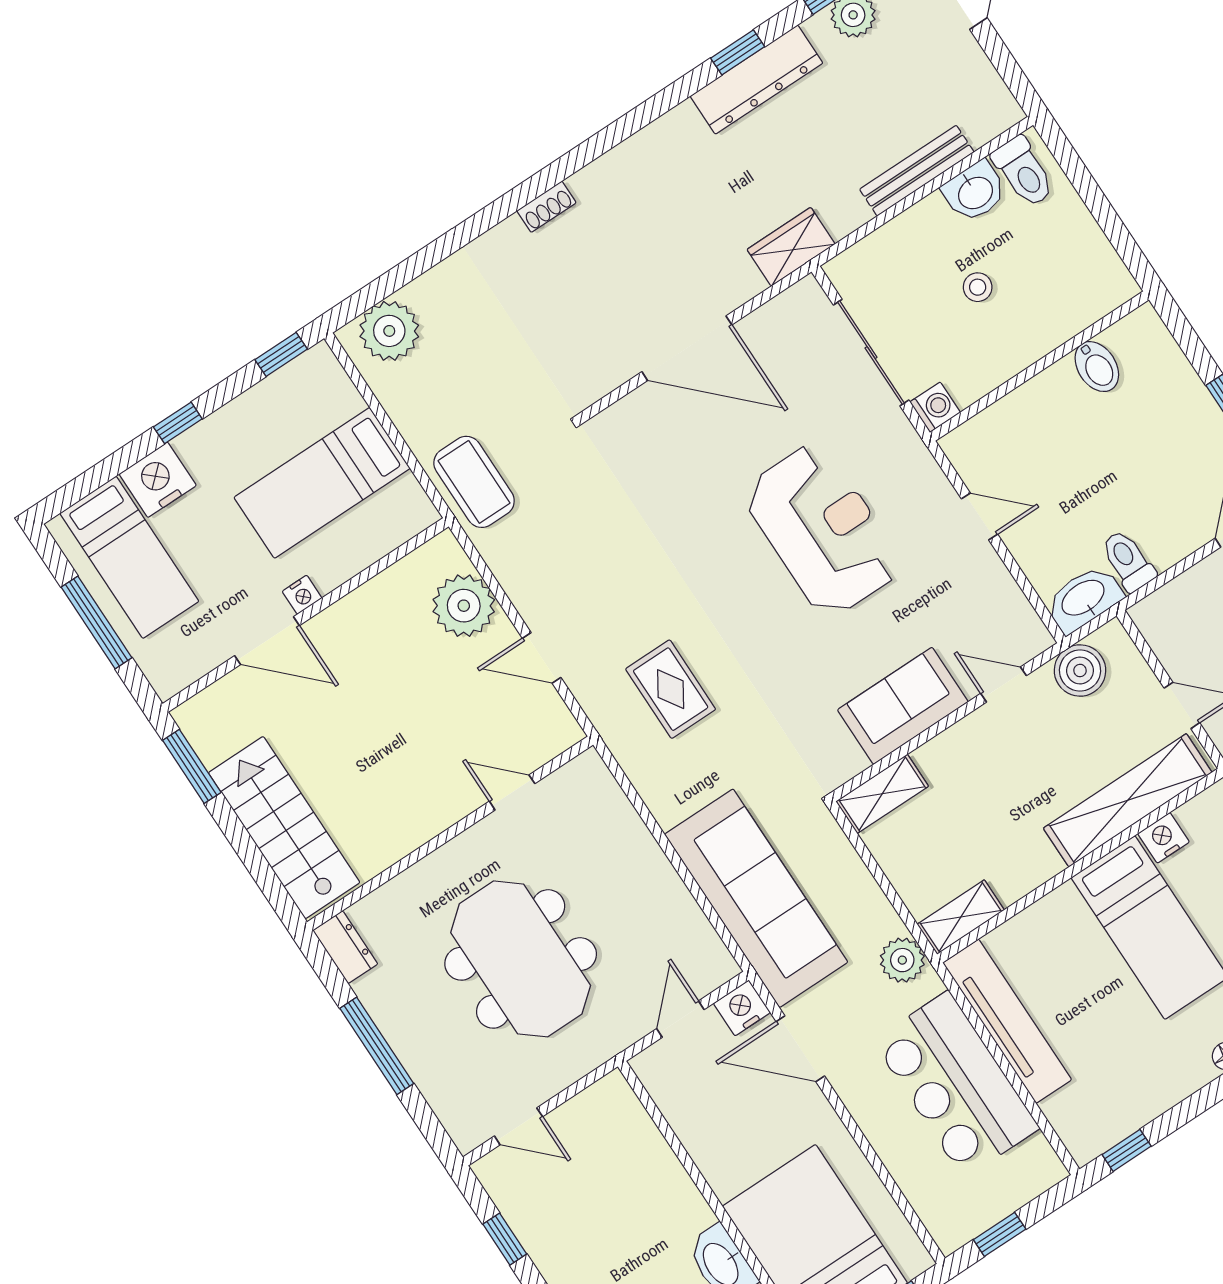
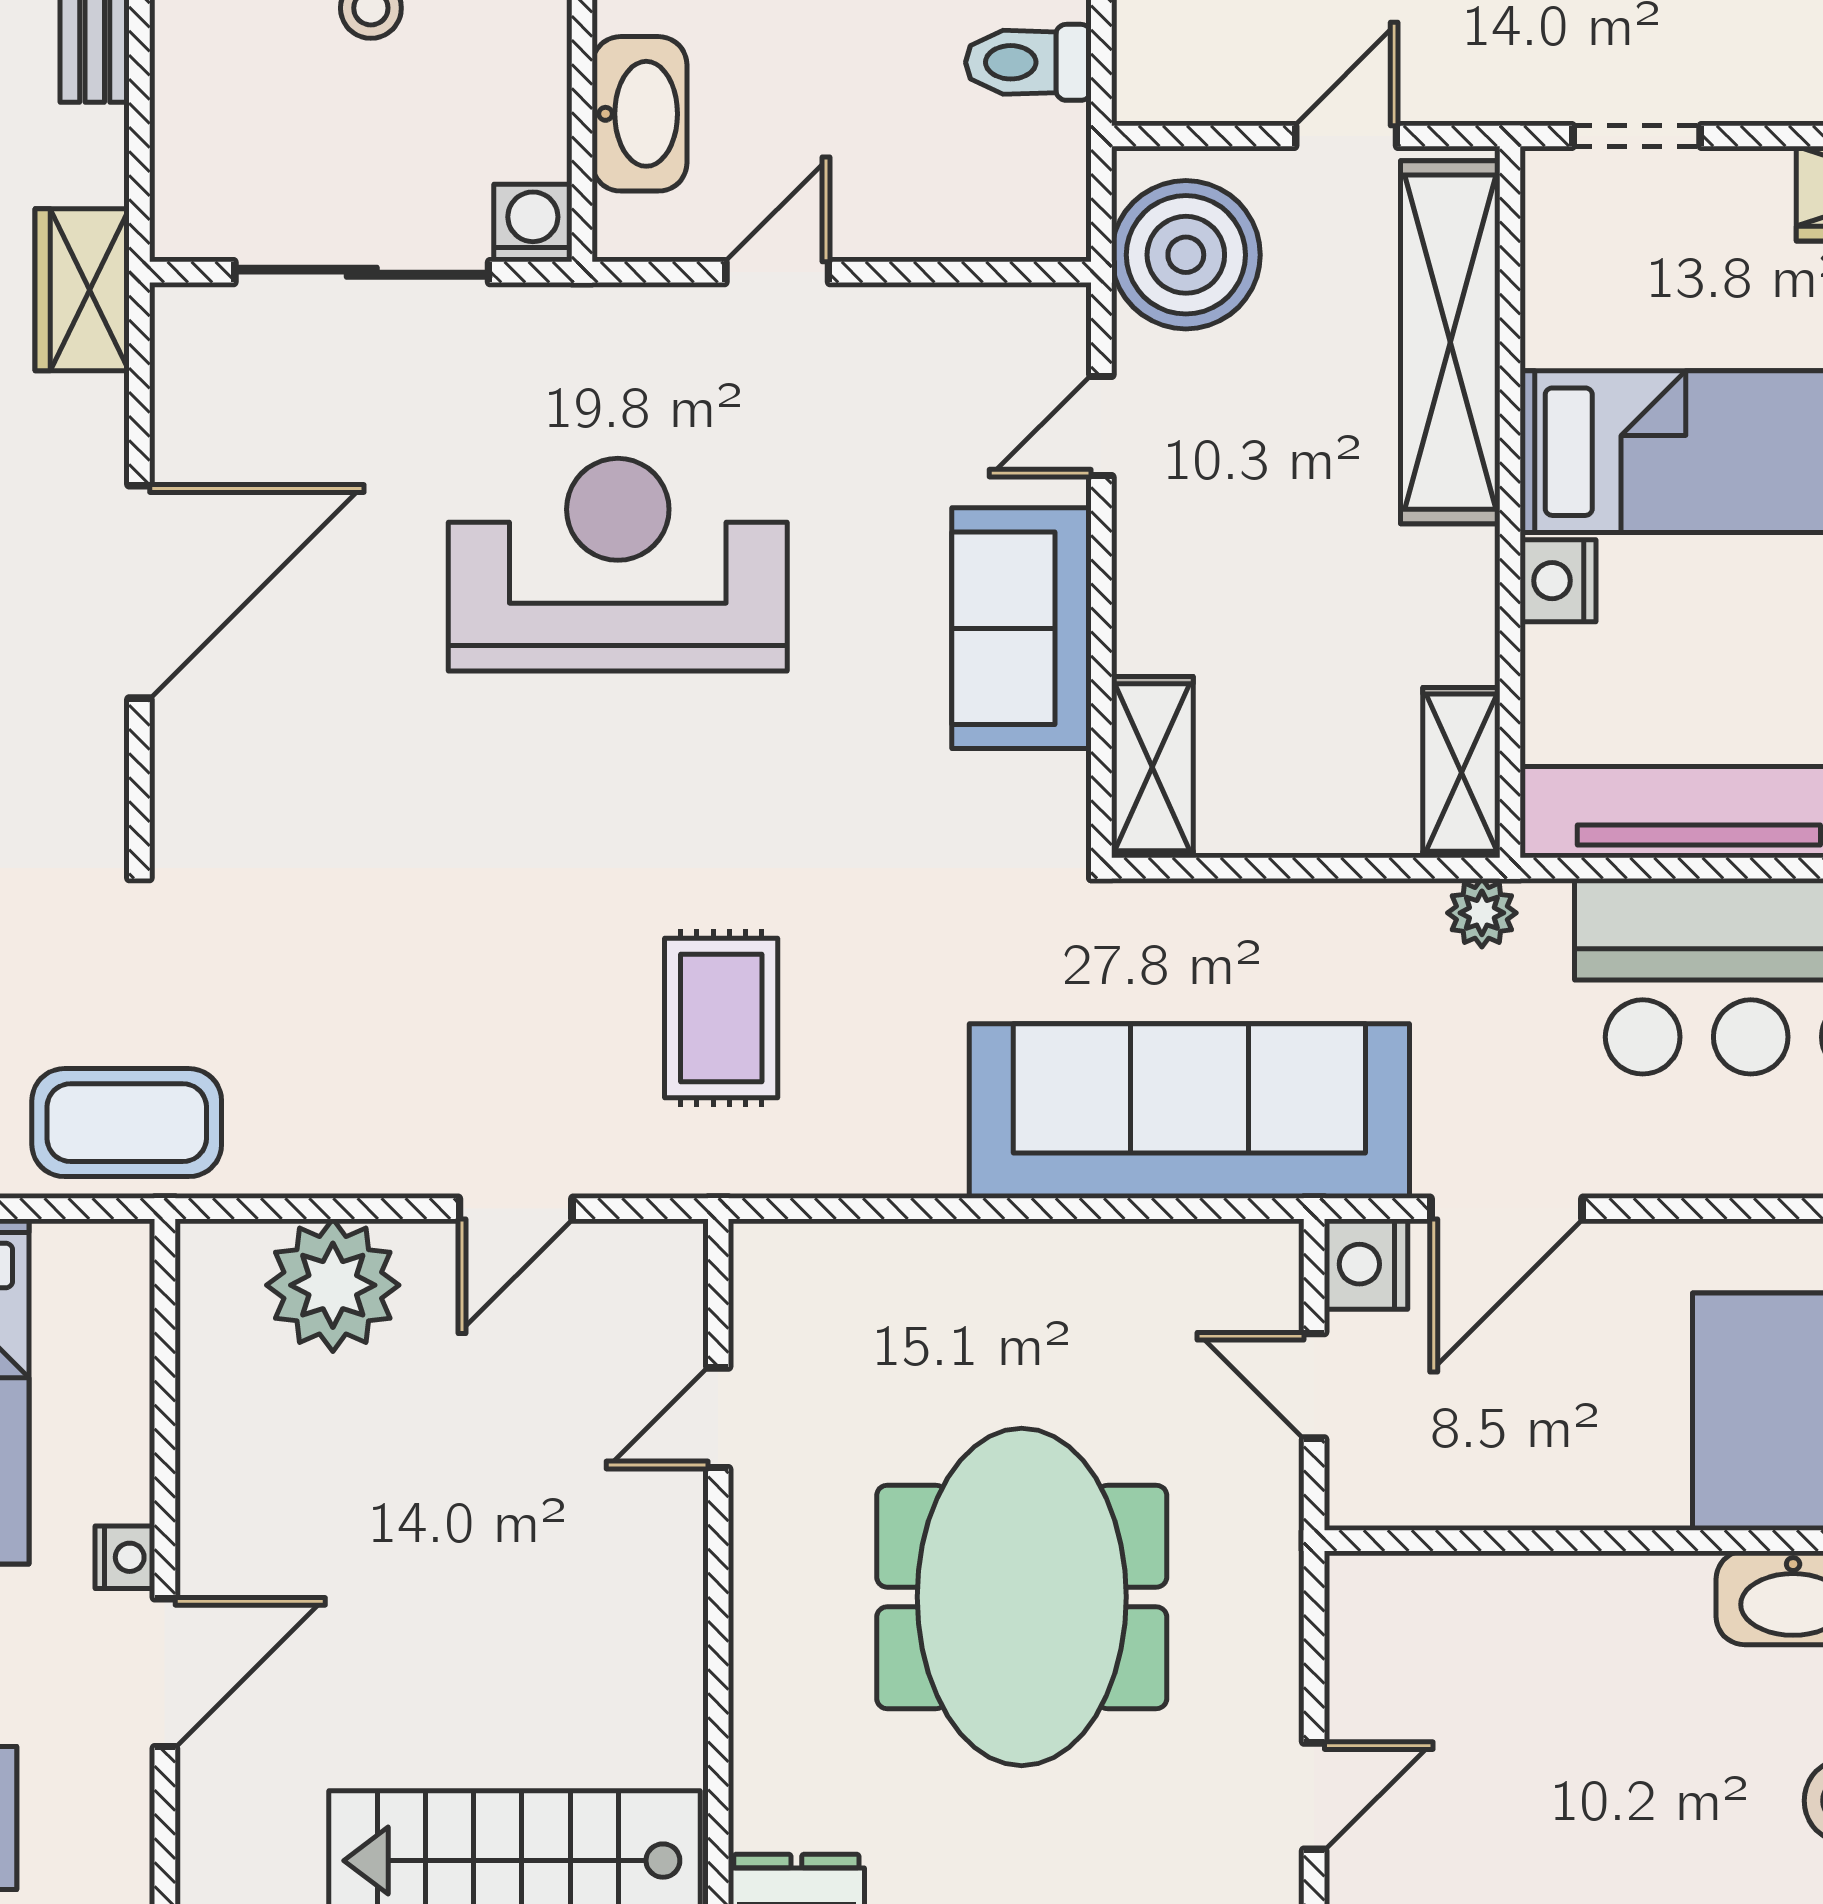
washbasin: (1084, 599) -> (640, 114), moved, turned 180
boiler: (1080, 670) -> (1186, 255), width x1.37, depth x1.37
rug: (671, 689) -> (721, 1018), turned 90
nightstand: (1164, 838) -> (1558, 581), moved
meeting table: (521, 959) -> (1022, 1597), turned 90
plant: (902, 960) -> (1482, 913), width x0.73, depth x0.73

